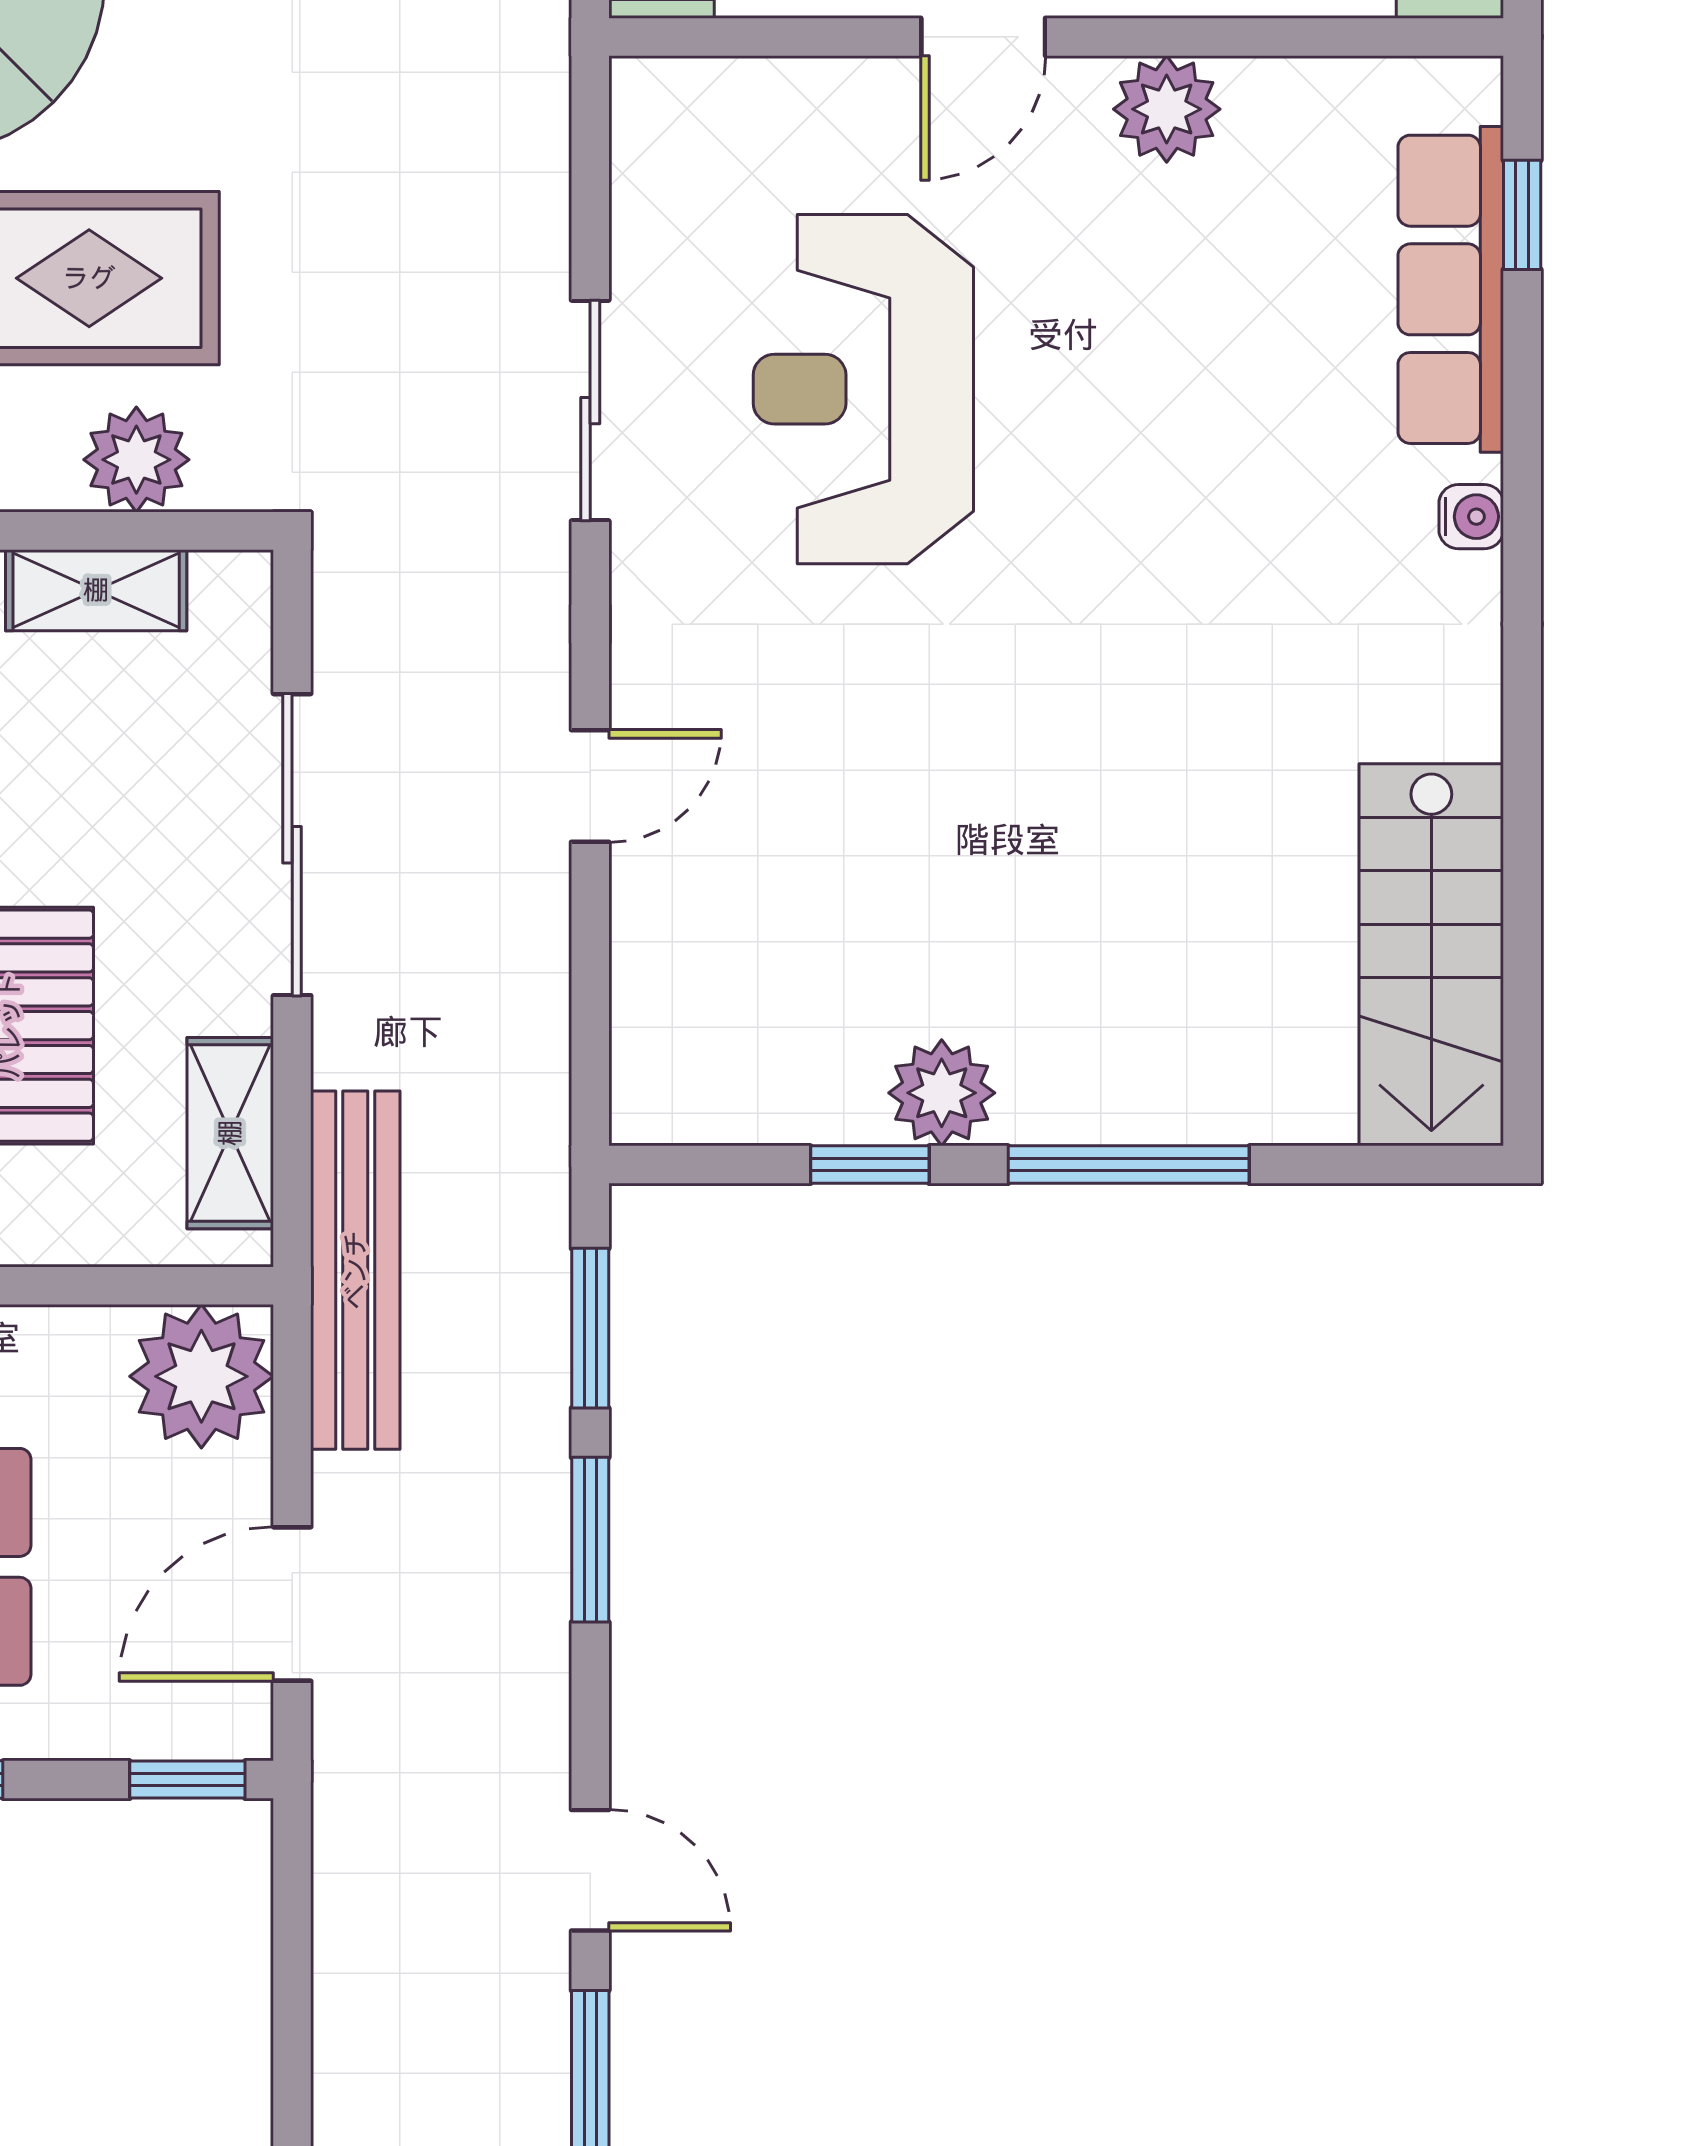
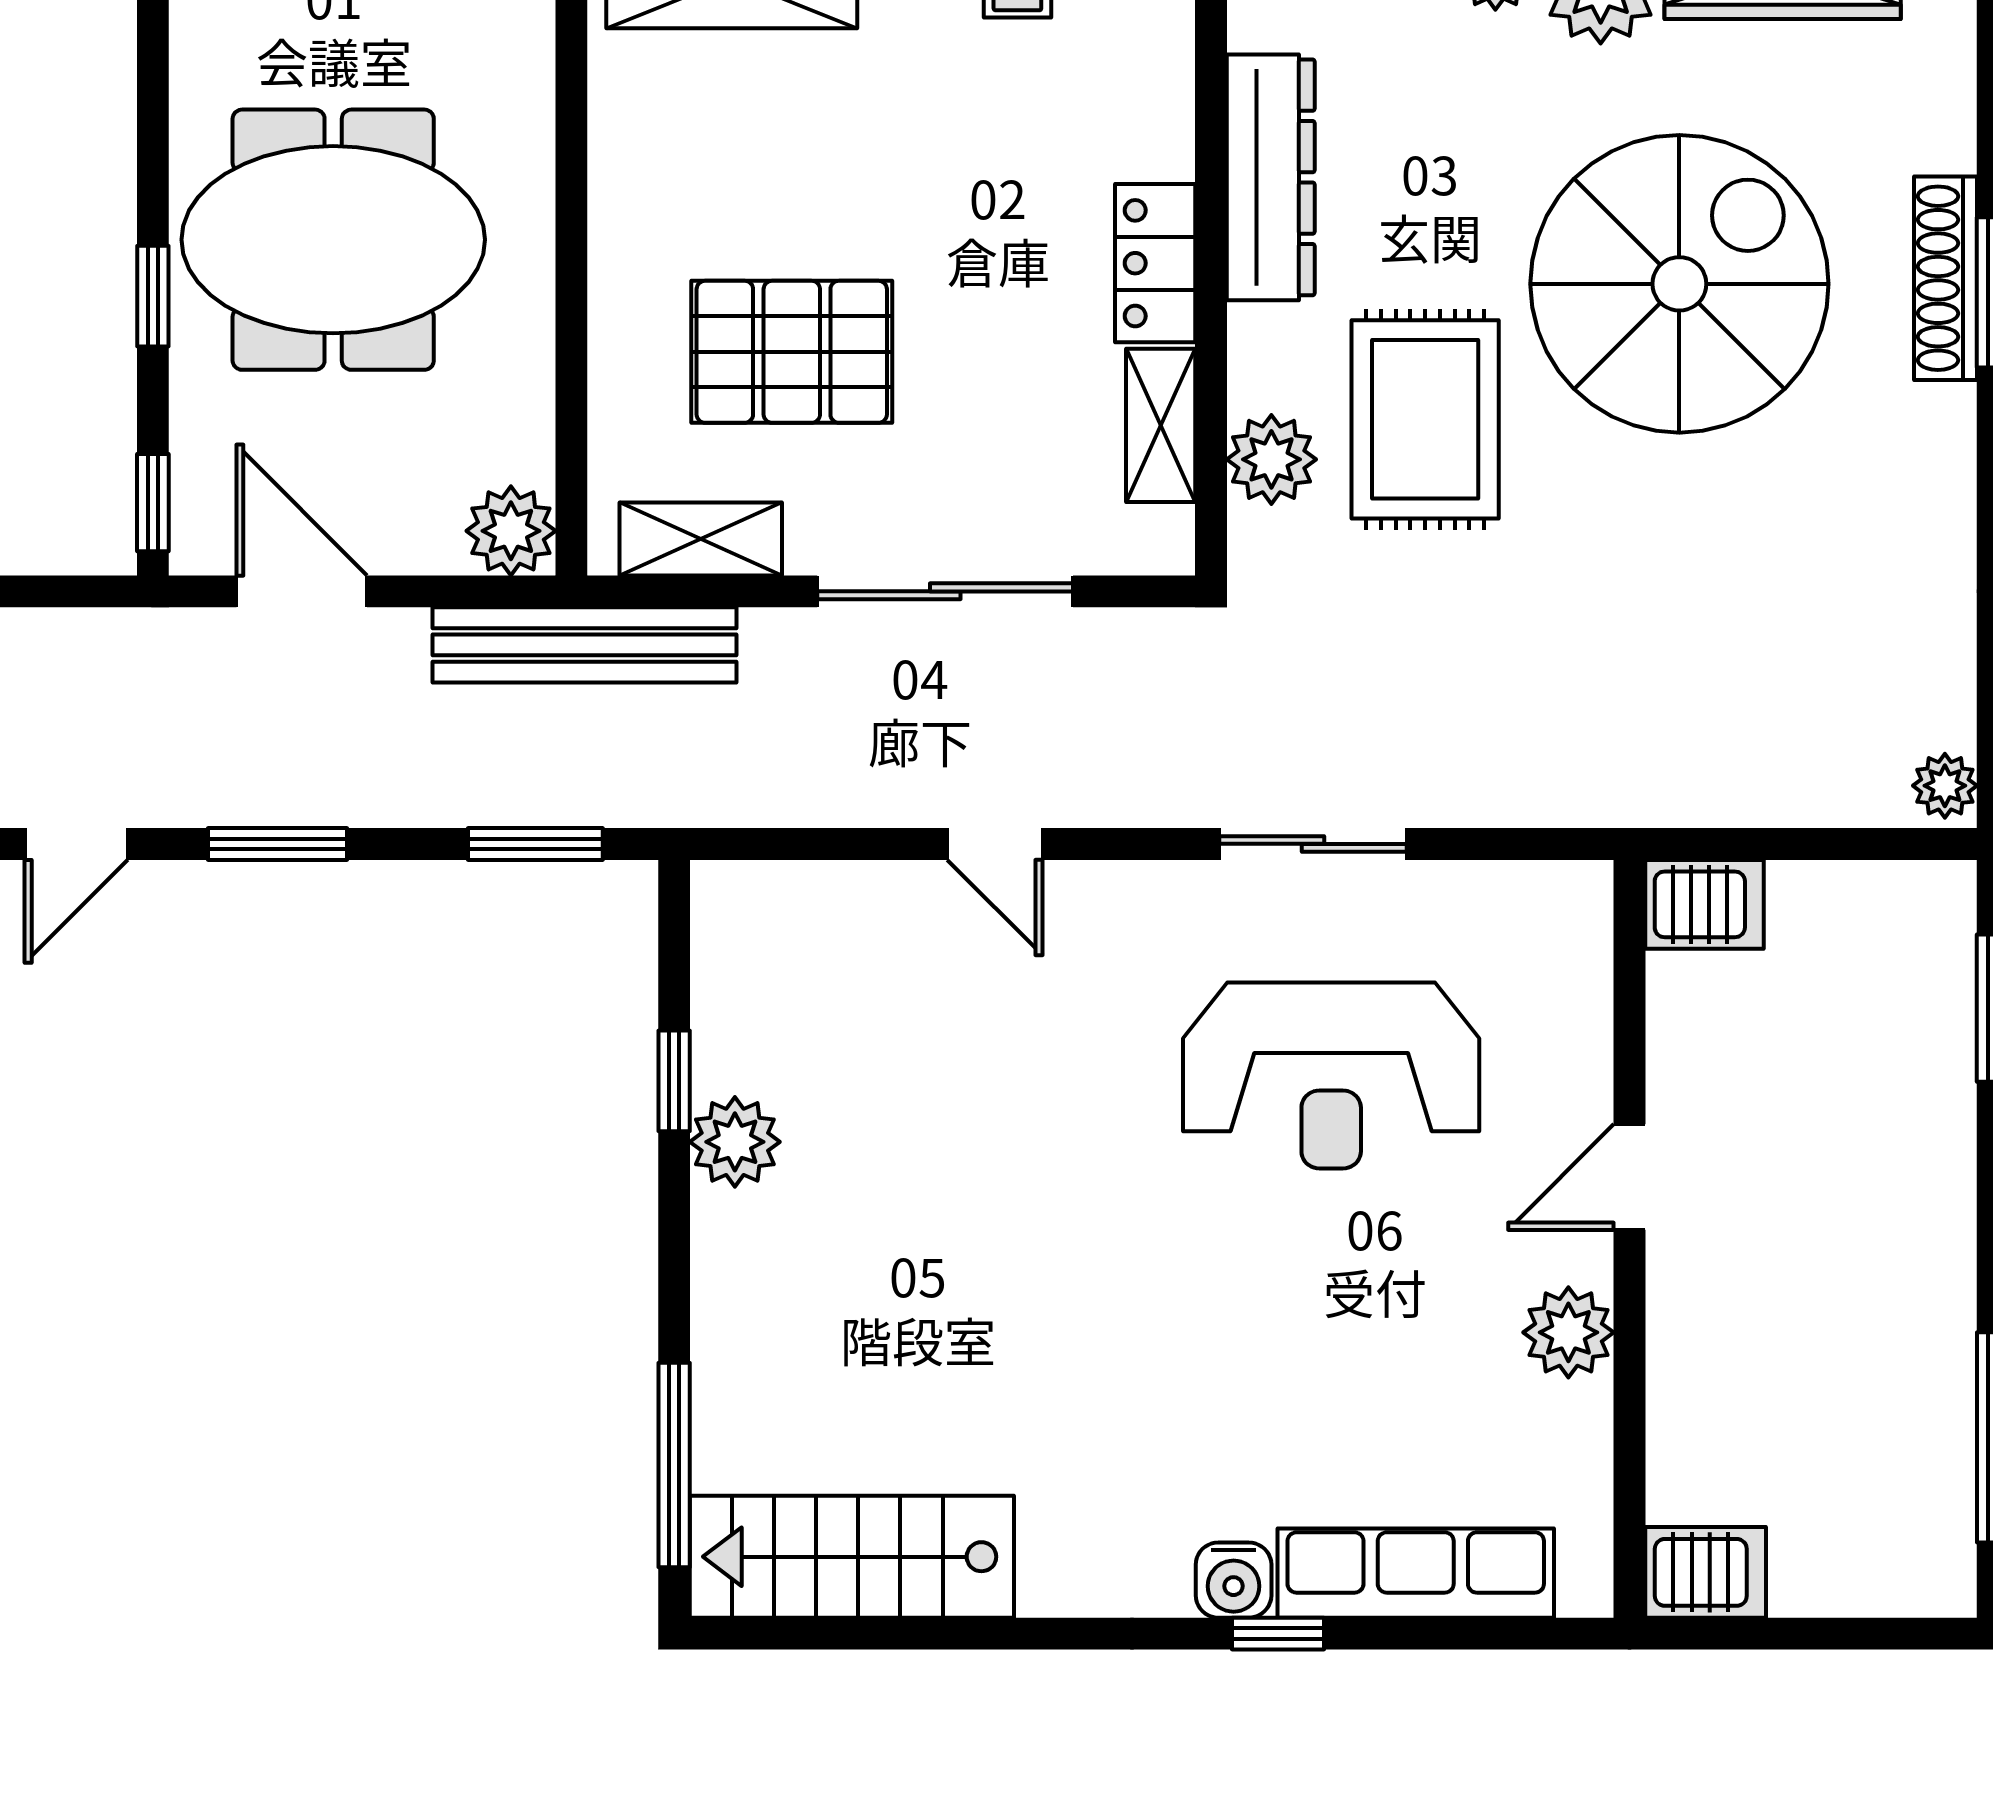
door: (983, 37) -> (1630, 1177), hinge flipped
window: (1522, 215) -> (1278, 1634), moved
reception desk: (863, 389) -> (1331, 1075), turned 180
water cooler: (1471, 517) -> (1234, 1580), width x1.38, depth x1.38
window: (1129, 1165) -> (674, 1465), moved
plant: (201, 1376) -> (511, 531), width x0.73, depth x0.73
window: (590, 1540) -> (277, 844), moved

